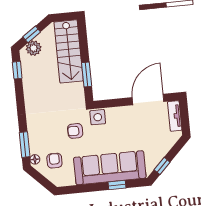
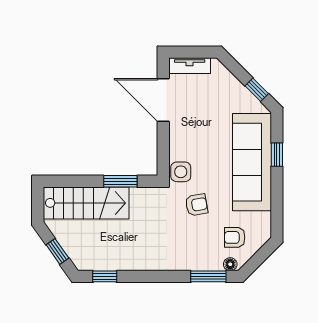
plant: (34, 48) -> (77, 251), removed
armchair: (75, 131) -> (197, 205), turned -100

